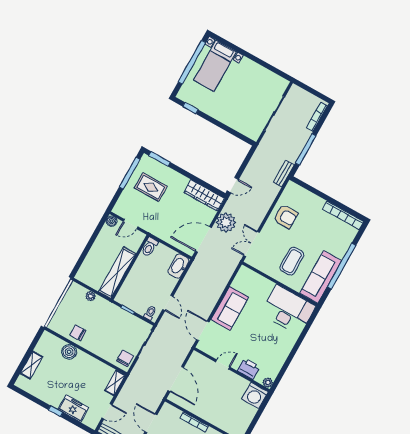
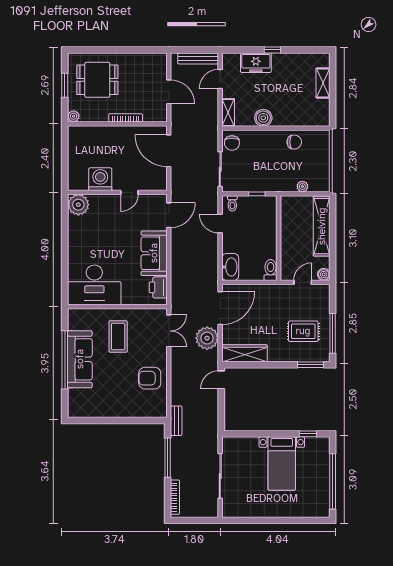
bed with nightstands: (215, 66) -> (282, 464), moved, turned 180
bookcase: (343, 215) -> (92, 412), removed
shelving: (117, 273) -> (322, 226), moved
sofa: (321, 277) -> (80, 359), moved
door: (203, 331) -> (169, 215), hinge flipped
boiler: (69, 352) -> (263, 118), moved
printer: (249, 369) -> (158, 287), moved, turned 90
plant: (268, 383) -> (78, 205), width x1.88, depth x1.88
washing machine: (255, 396) -> (100, 179), moved

